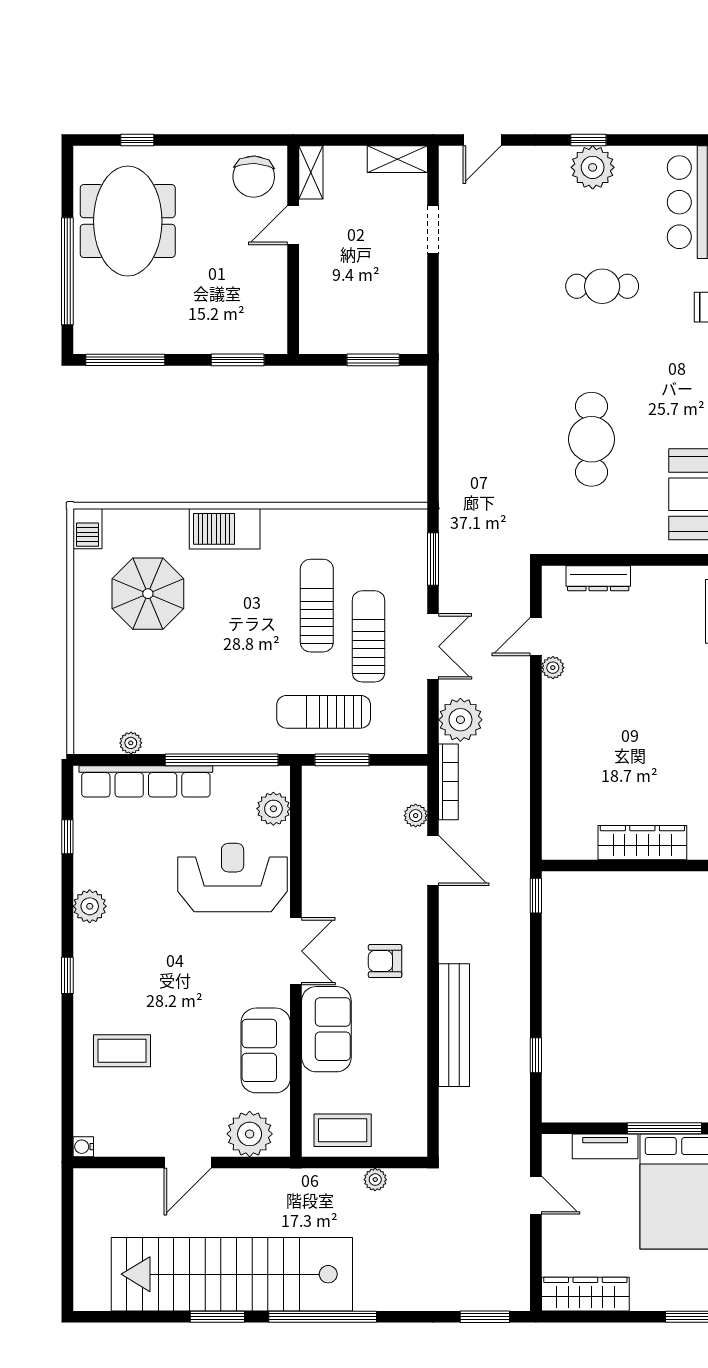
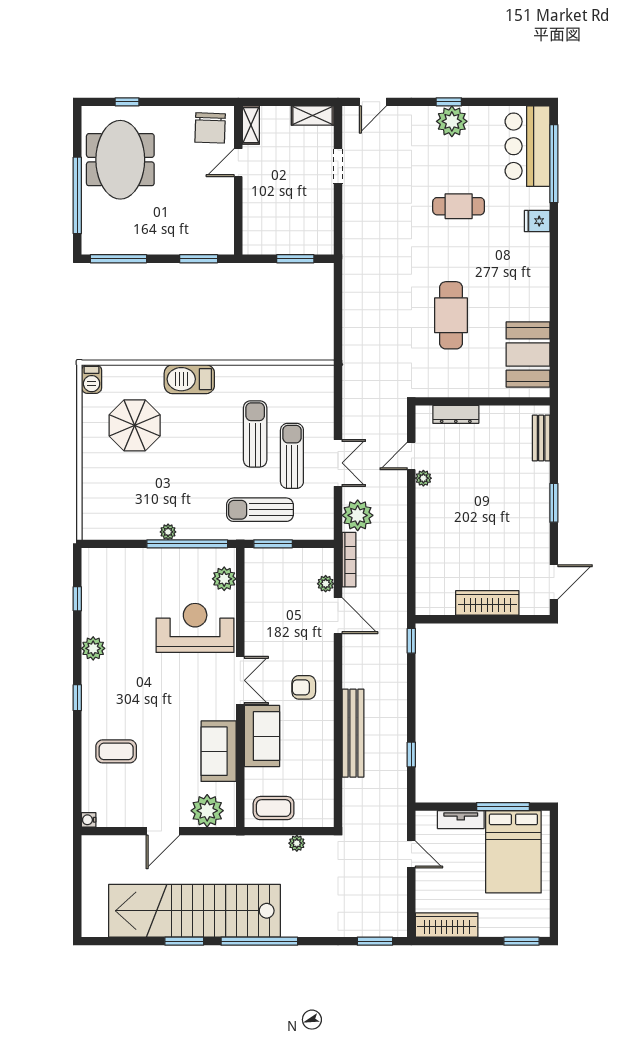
window: (433, 559) -> (338, 401), removed
plant: (131, 743) -> (168, 532), moved
row of seats: (146, 781) -> (133, 559), removed

